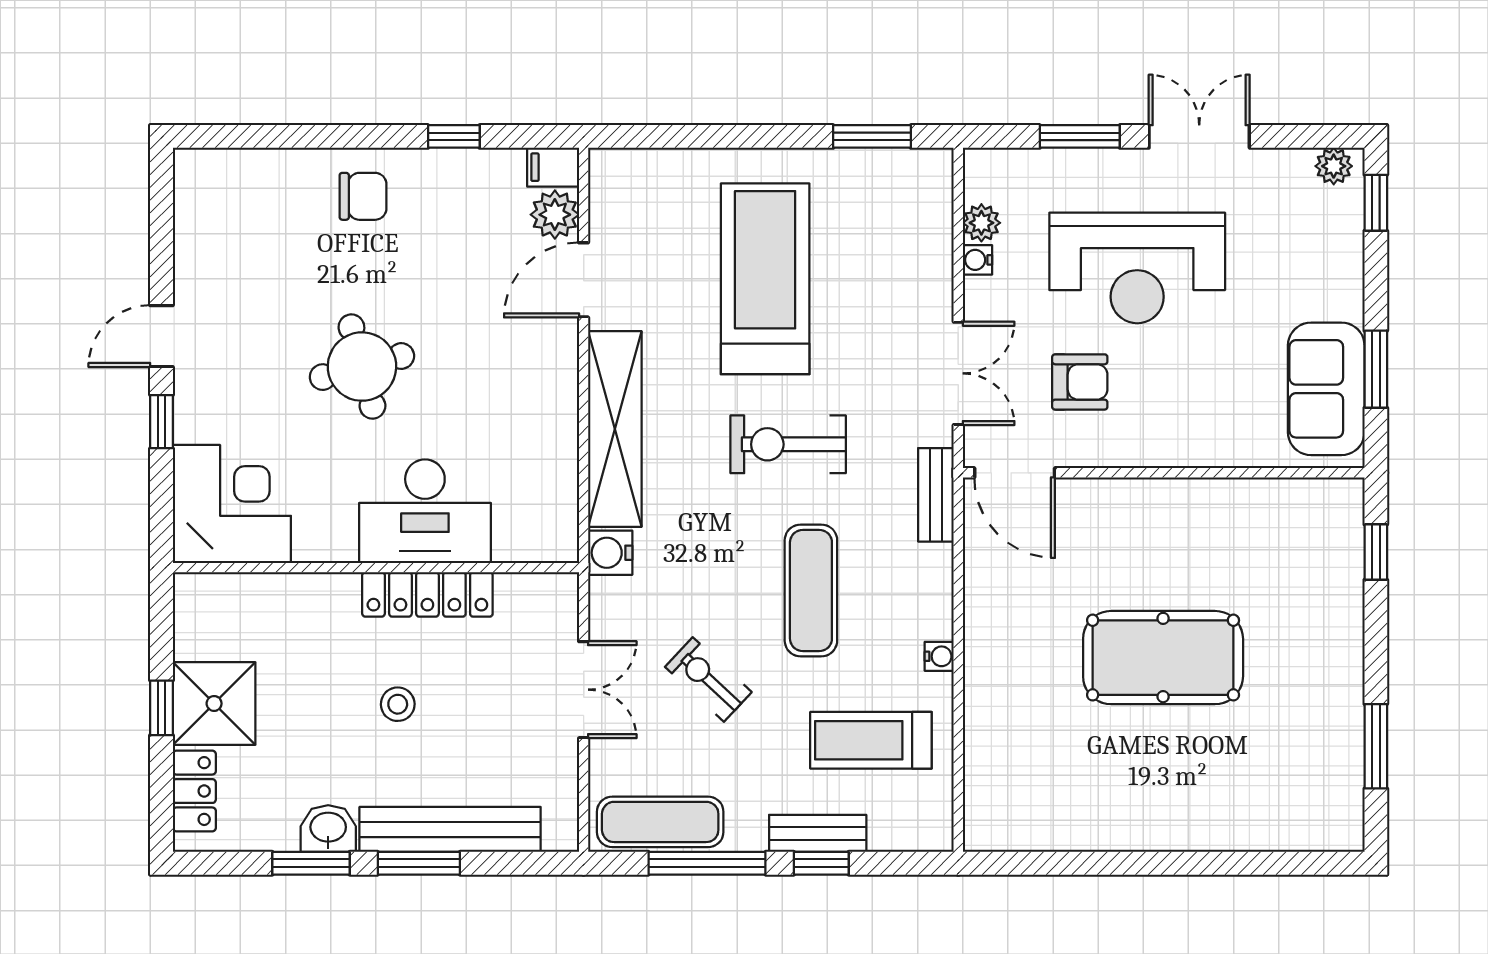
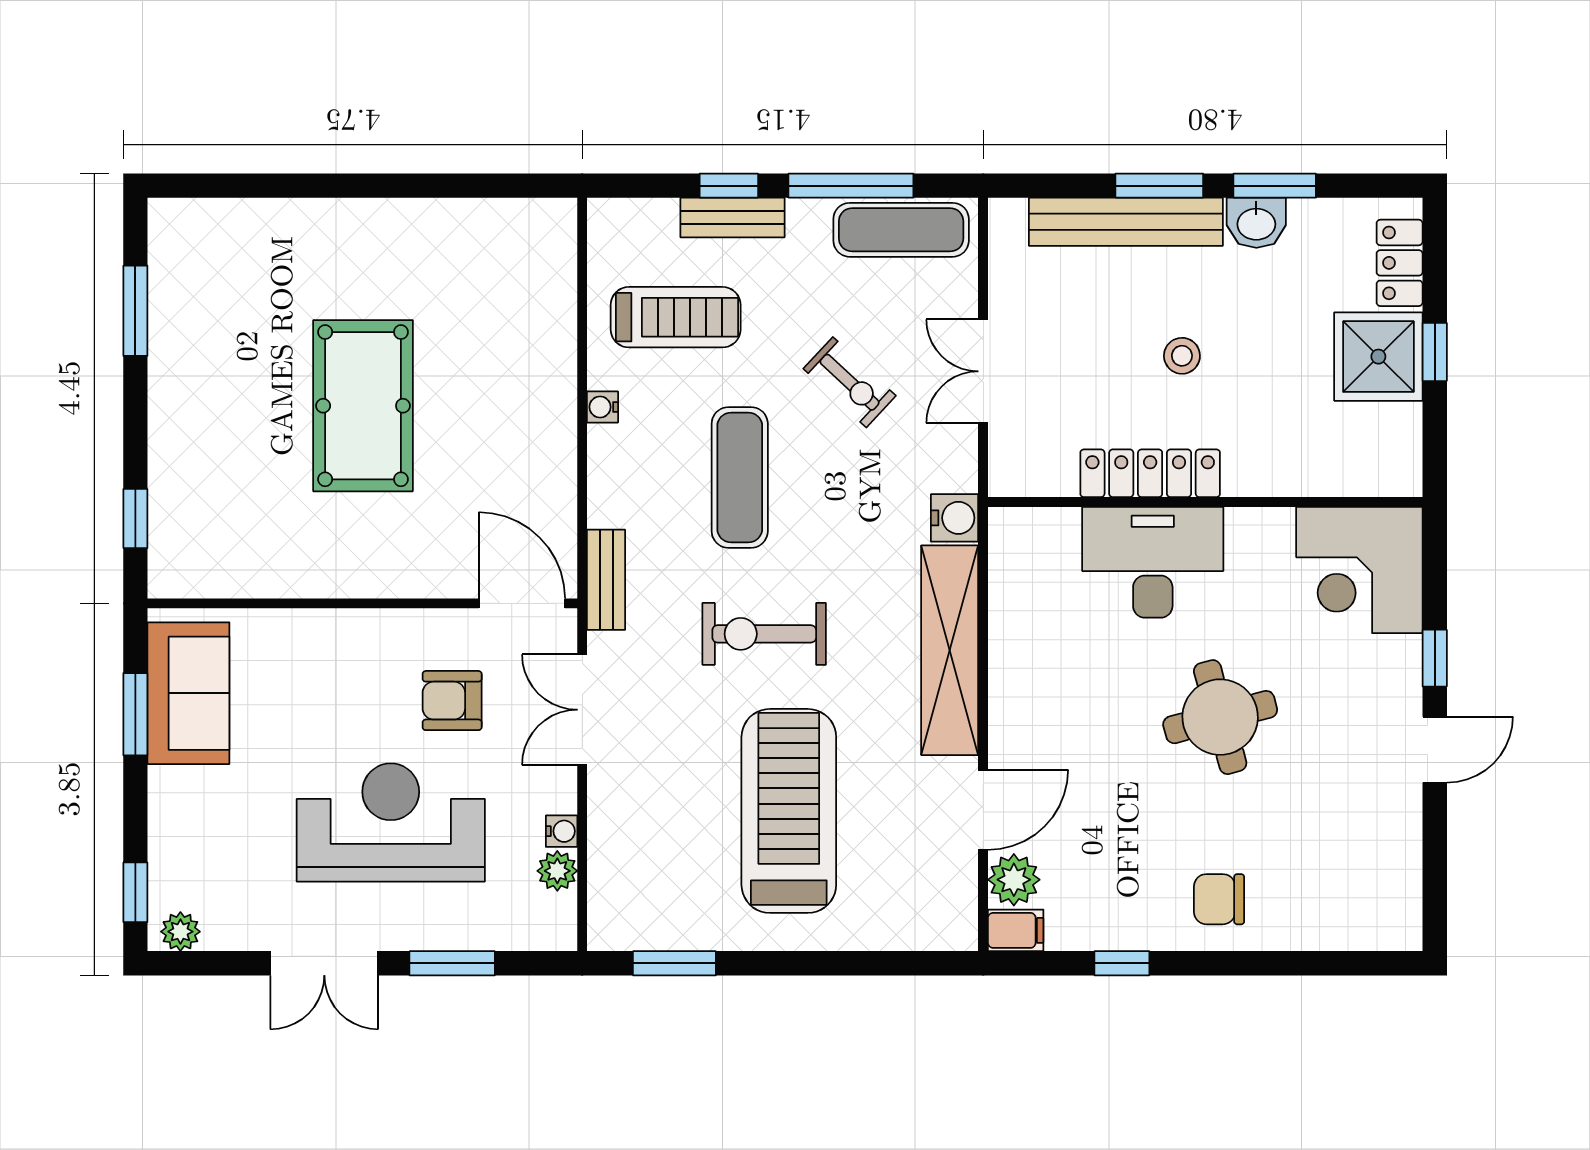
treadmill: (765, 279) -> (789, 811), turned 180
exercise bike: (788, 444) -> (764, 634), turned 180
pool table: (1163, 658) -> (363, 406), turned 90

